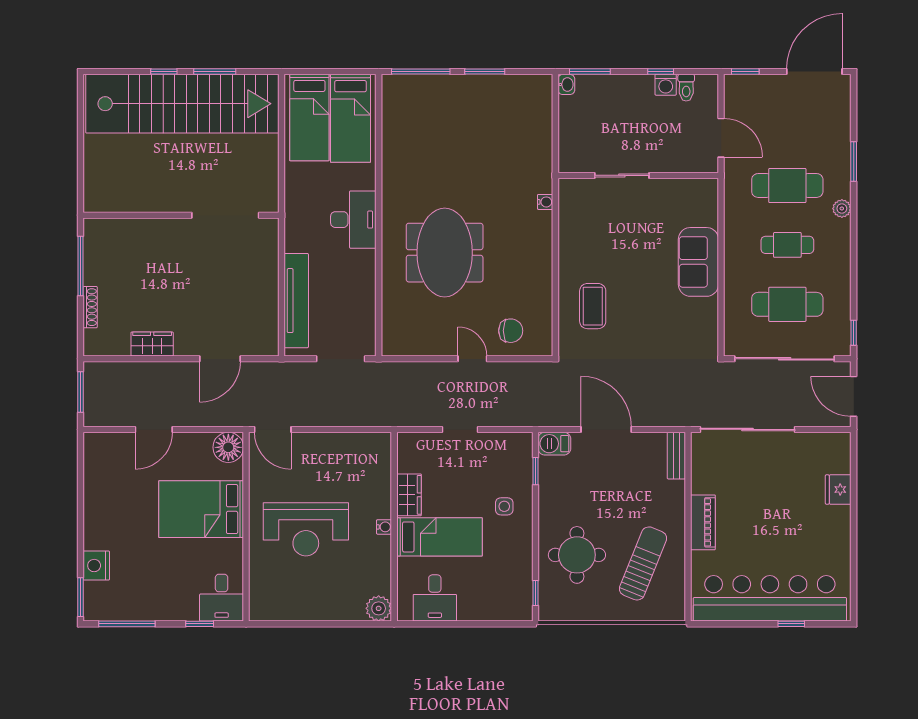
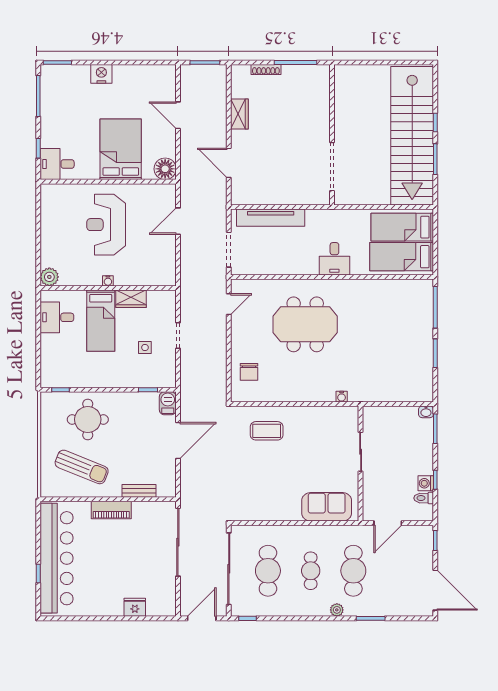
desk: (353, 220) -> (334, 259), width x0.73
sofa: (698, 262) -> (327, 507), moved
door: (472, 359) -> (229, 304), moved
door: (273, 429) -> (178, 221), moved
bench: (676, 456) -> (139, 491), moved
side table: (504, 506) -> (145, 347), moved
nightstand: (96, 566) -> (101, 74), moved

